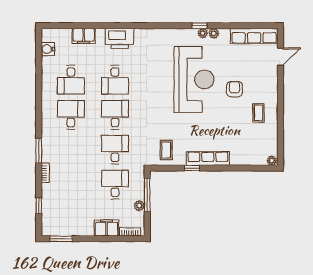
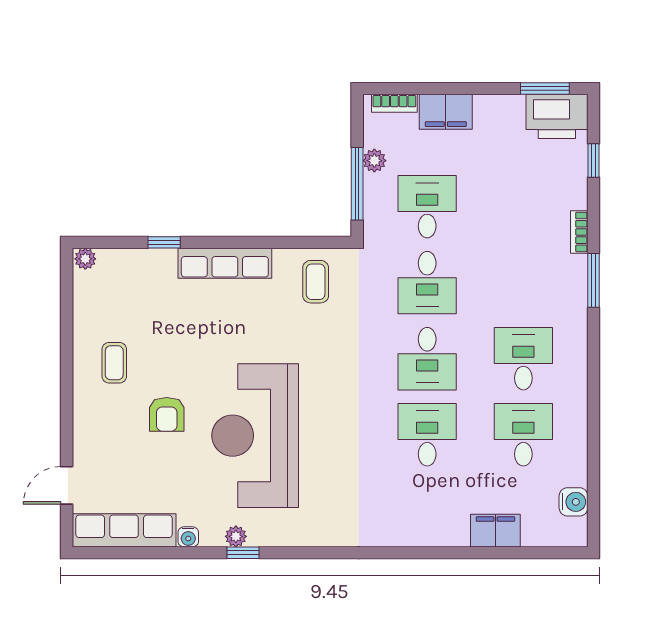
plant: (214, 33) -> (212, 536), removed
water cooler: (225, 33) -> (188, 537), added
printer: (120, 38) -> (557, 116), moved, turned 180
desk: (71, 115) -> (523, 359), turned 180
window: (192, 168) -> (164, 242), moved
desk: (115, 185) -> (427, 207), turned 180

